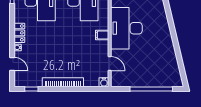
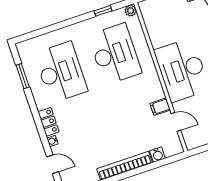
filing cabinet: (102, 35) -> (160, 107), moved
water cooler: (104, 82) -> (157, 155), moved

